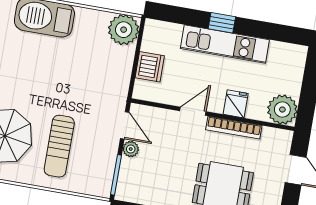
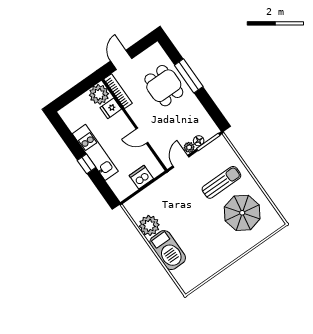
plant: (124, 30) -> (149, 225), moved
fridge: (236, 104) -> (111, 108), moved
bookcase: (234, 128) -> (118, 91), moved
floor lamp: (127, 166) -> (199, 141), added

